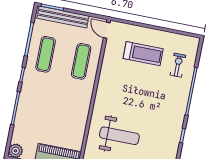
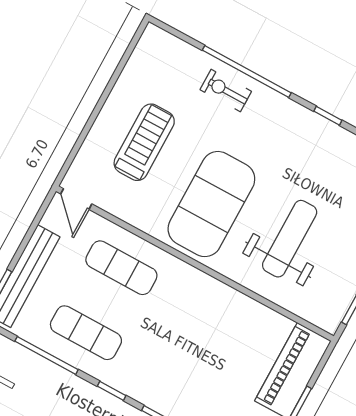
door: (107, 30) -> (76, 199), hinge flipped
exercise bike: (178, 65) -> (226, 91), moved
exercise mat: (124, 94) -> (211, 204), added

